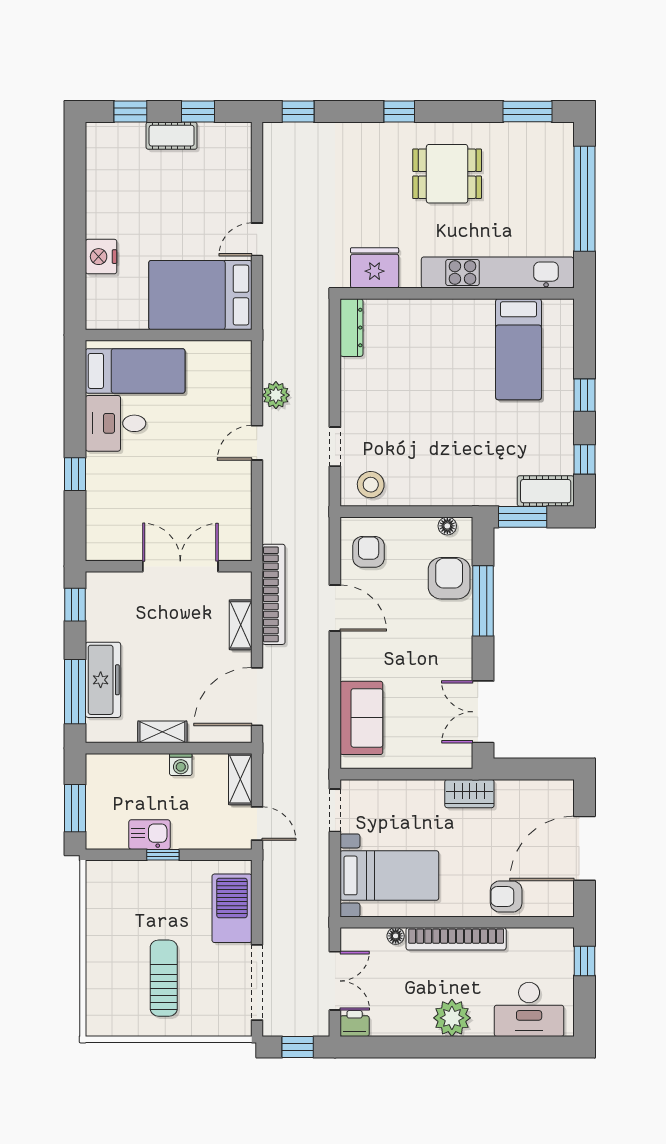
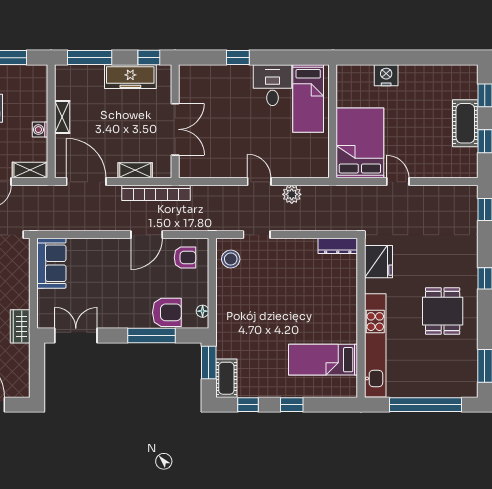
cot: (172, 136) -> (465, 123), width x1.37, depth x1.34
freezer: (103, 680) -> (130, 77), moved
sofa: (361, 718) -> (51, 263), moved, turned -90

